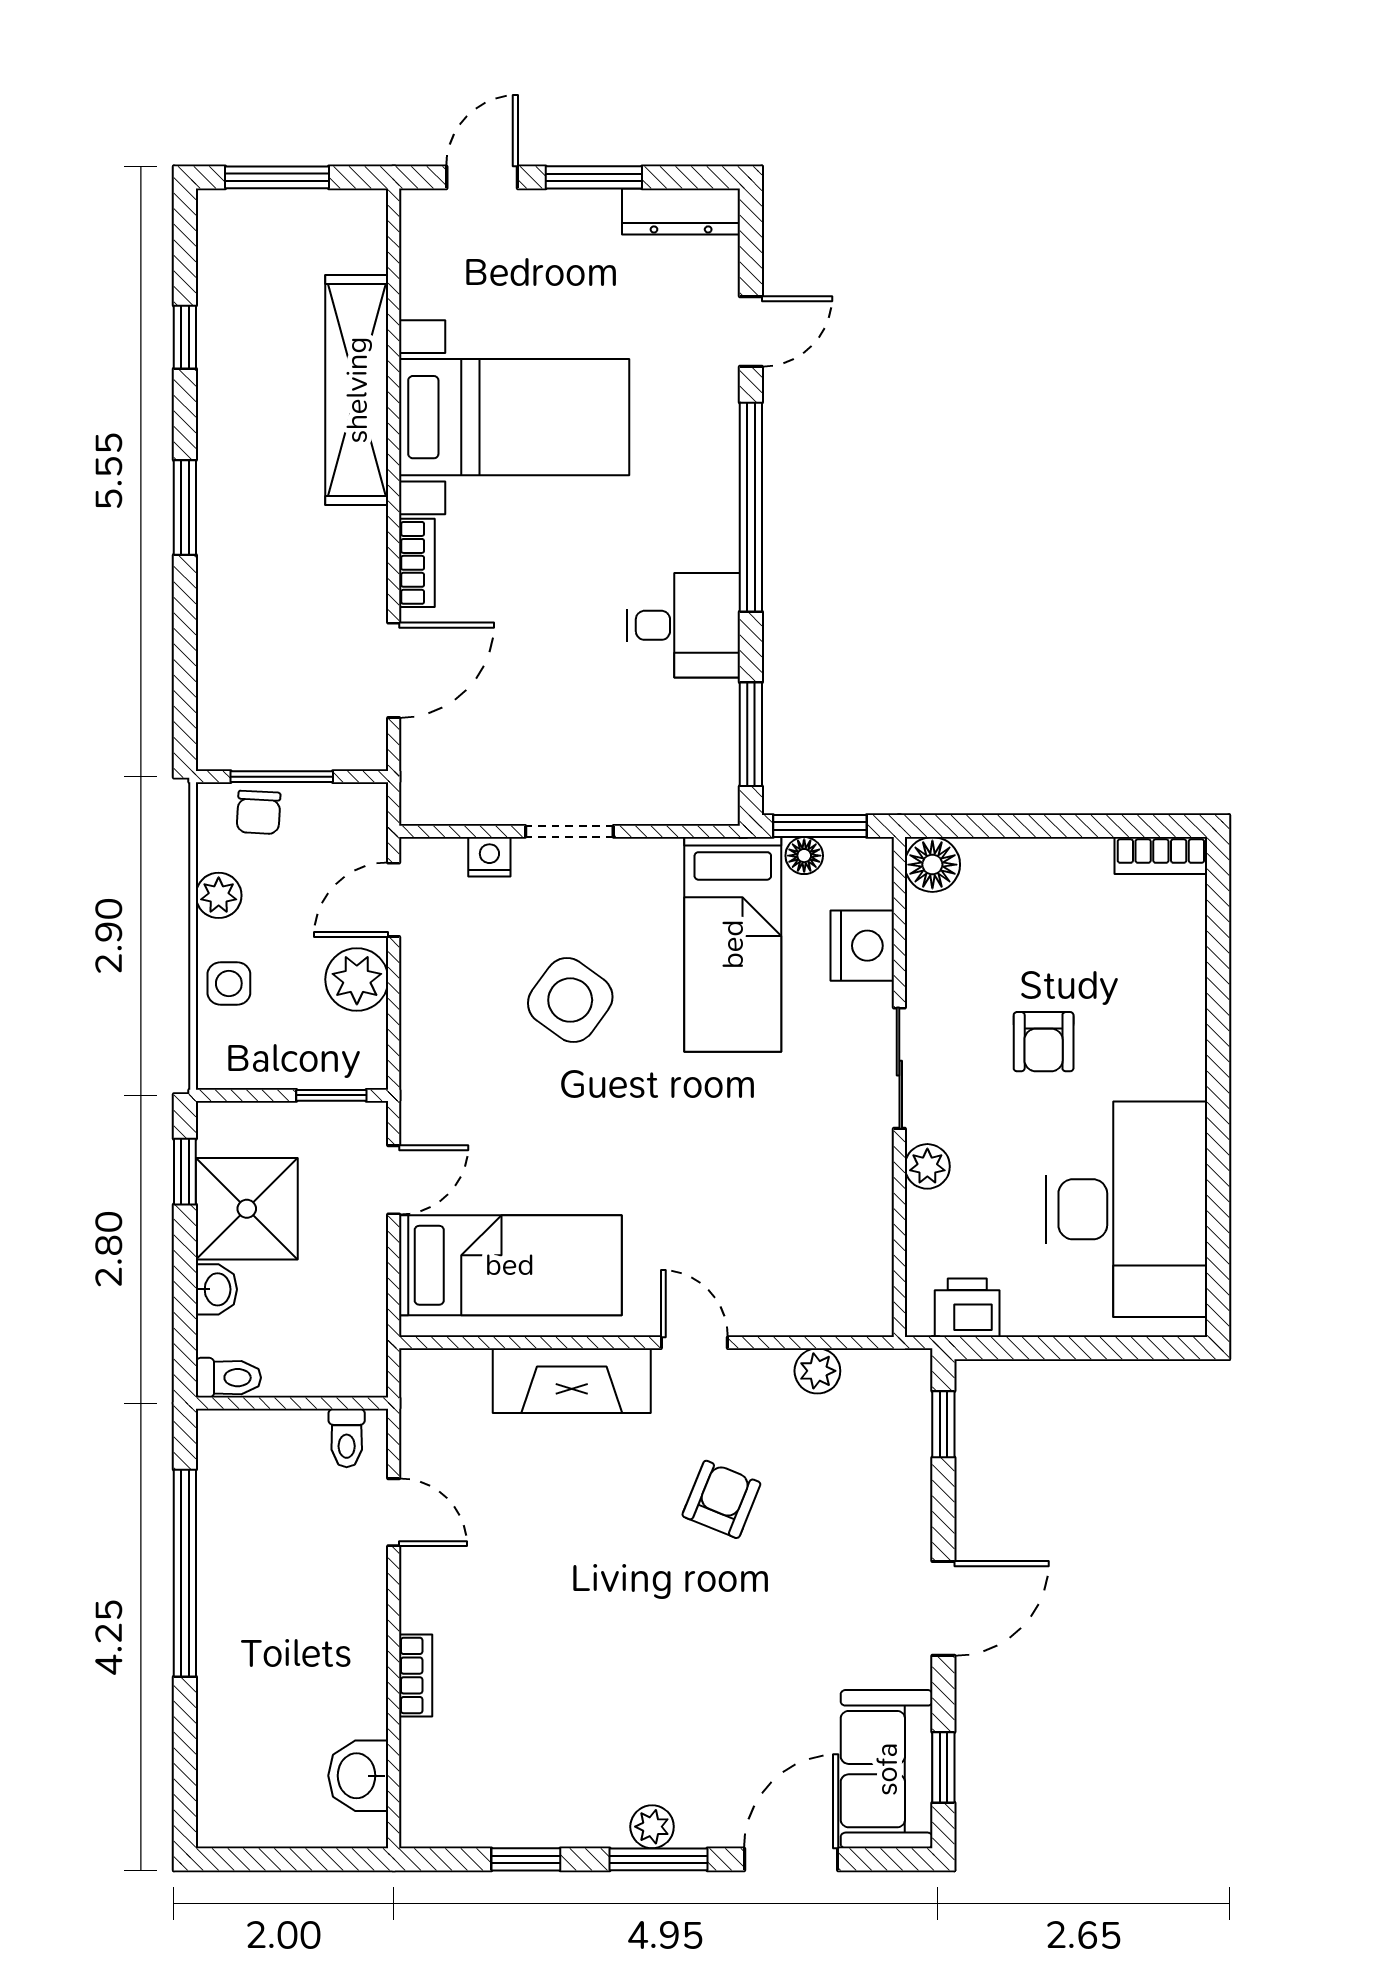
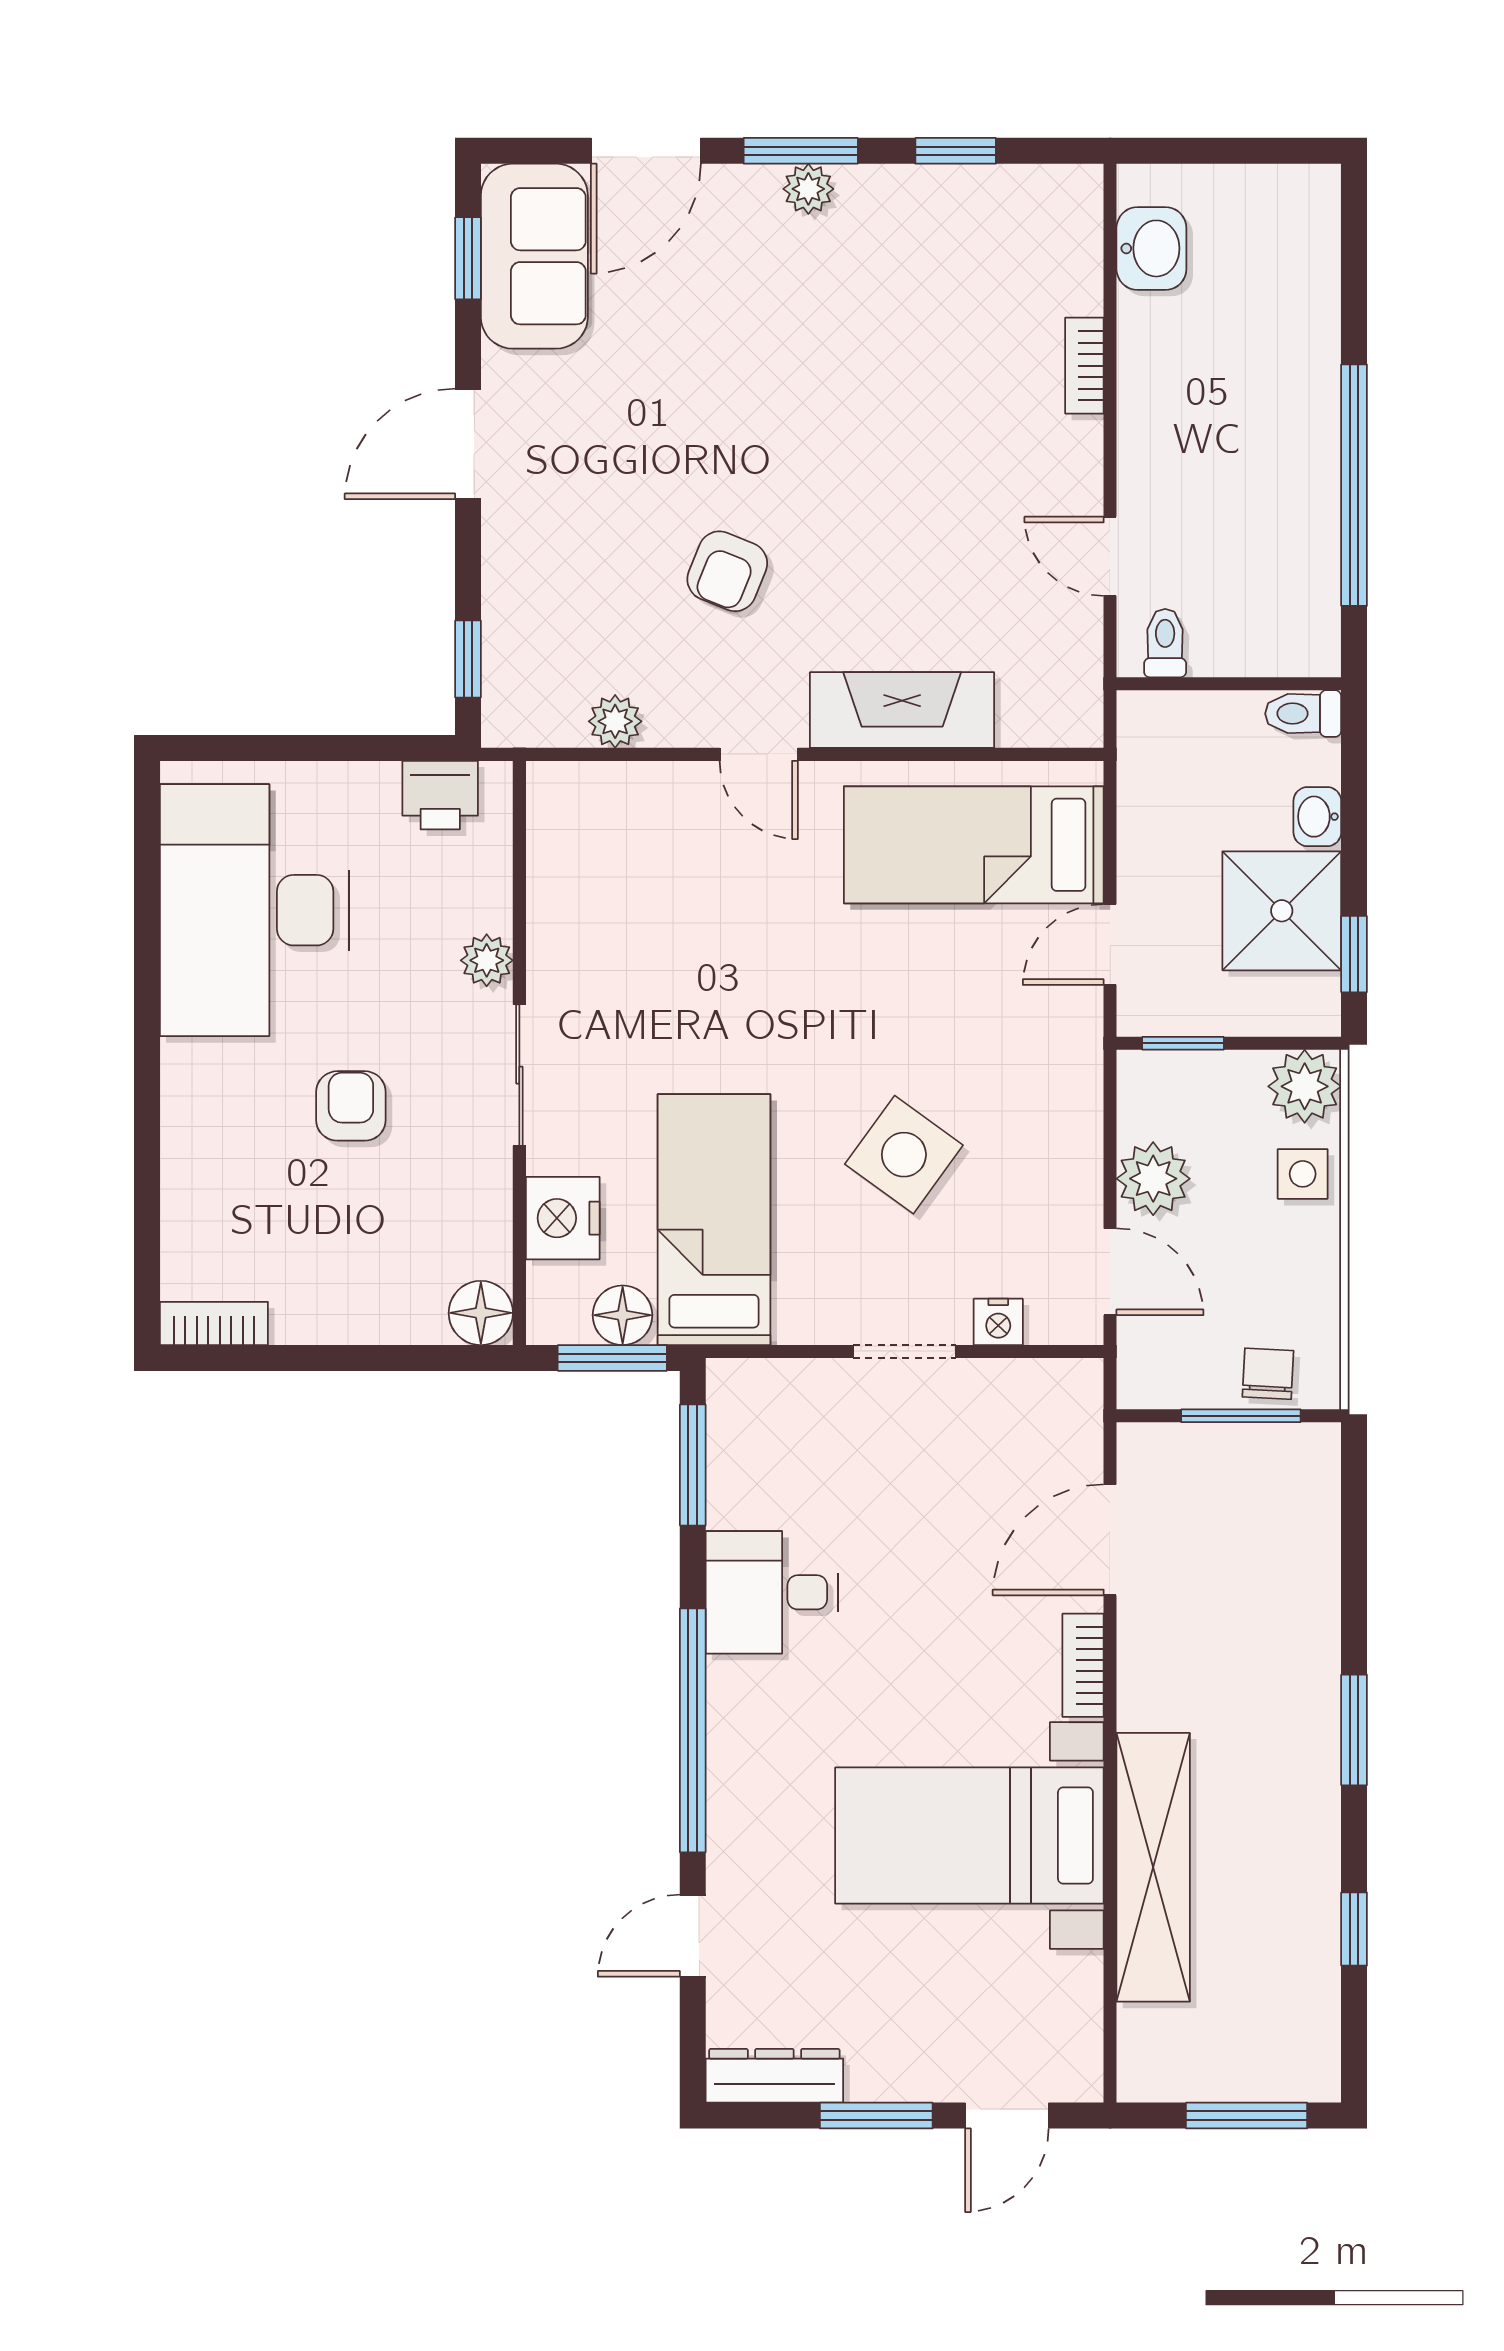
floor lamp: (804, 856) -> (623, 1315), width x1.37, depth x1.37
plant: (219, 895) -> (1305, 1086), moved, width x1.38, depth x1.38
door: (394, 900) -> (1110, 1272), hinge flipped

